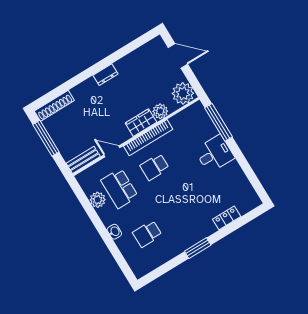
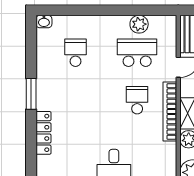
locker: (227, 218) -> (43, 133), width x1.53
washbasin: (114, 232) -> (44, 22), moved

